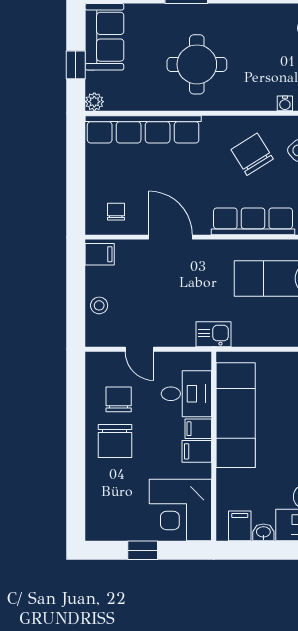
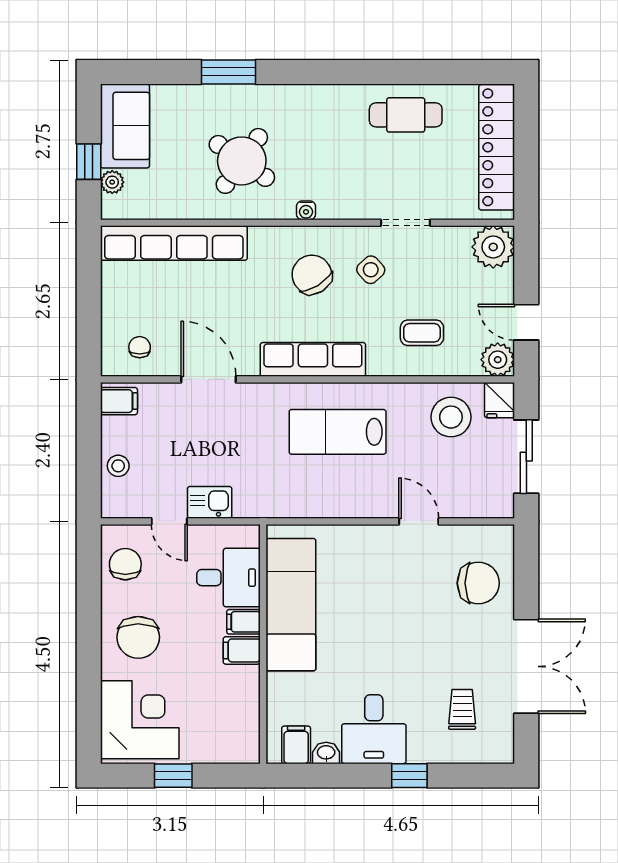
round table: (197, 64) -> (242, 161), turned 35
plant: (94, 102) -> (112, 182), moved
water cooler: (285, 103) -> (306, 210), moved
kitchen sink: (213, 334) -> (210, 502), moved
chair: (119, 399) -> (125, 564), moved
corner desk: (180, 510) -> (140, 720), moved, turned 180

